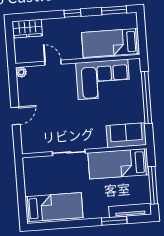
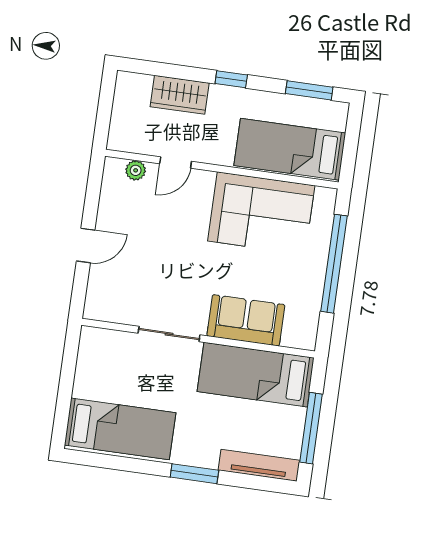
wardrobe: (27, 29) -> (180, 95), moved
door: (53, 63) -> (176, 163), swing flipped
plant: (21, 72) -> (136, 170), moved
sofa: (126, 135) -> (246, 320), moved
window: (114, 221) -> (194, 474), moved

